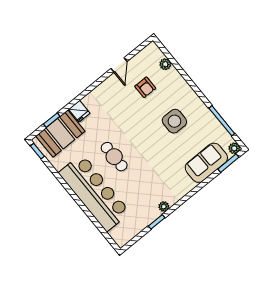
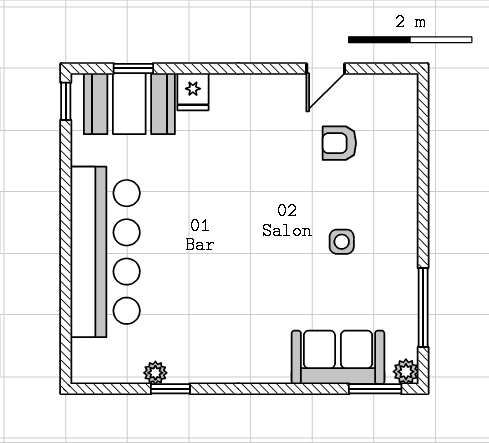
plant: (165, 64) -> (406, 132), removed
armchair: (145, 87) -> (339, 143), turned 90
side table: (174, 121) -> (342, 242), width x0.54, depth x0.54
cafe table: (114, 157) -> (189, 218), removed
plant: (164, 207) -> (155, 373), moved

